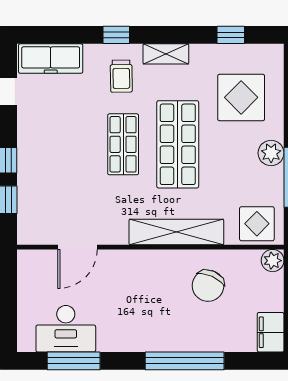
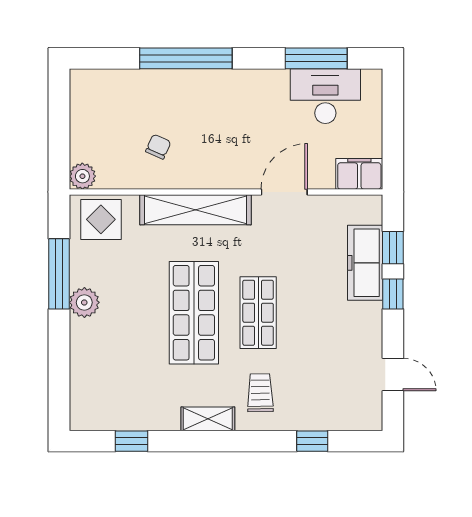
window: (116, 35) -> (312, 441), moved
freezer: (51, 59) -> (365, 263), moved, turned -90
display table: (241, 97) -> (119, 368), removed
door: (78, 247) -> (284, 192), moved
chair: (208, 286) -> (158, 147), width x0.54, depth x0.54
filing cabinet: (271, 332) -> (359, 174), moved, turned -90

